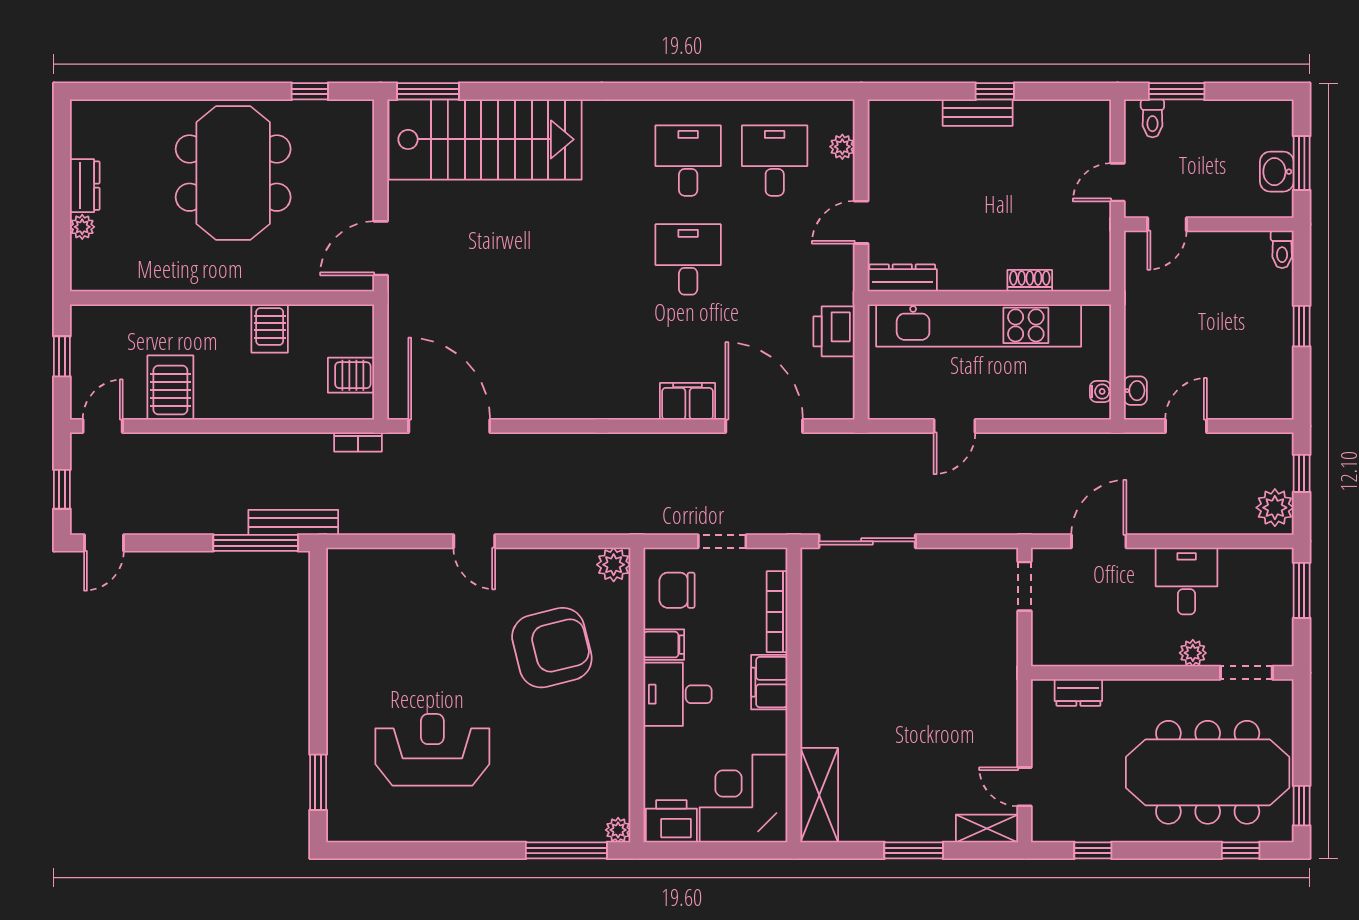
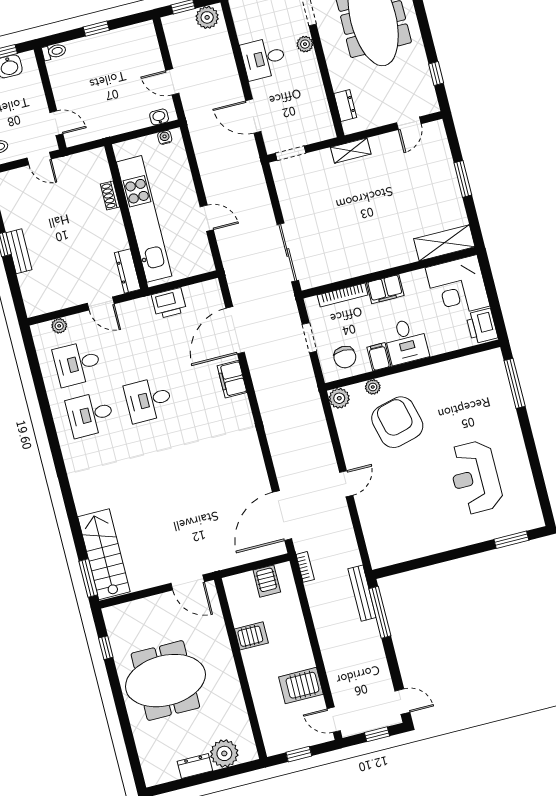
stairs: (485, 139) -> (104, 554), width x0.73, depth x0.66
plant: (82, 227) -> (224, 753), width x1.88, depth x1.88
shelving: (987, 829) -> (351, 151), moved, turned 90
plant: (618, 830) -> (373, 387), moved

